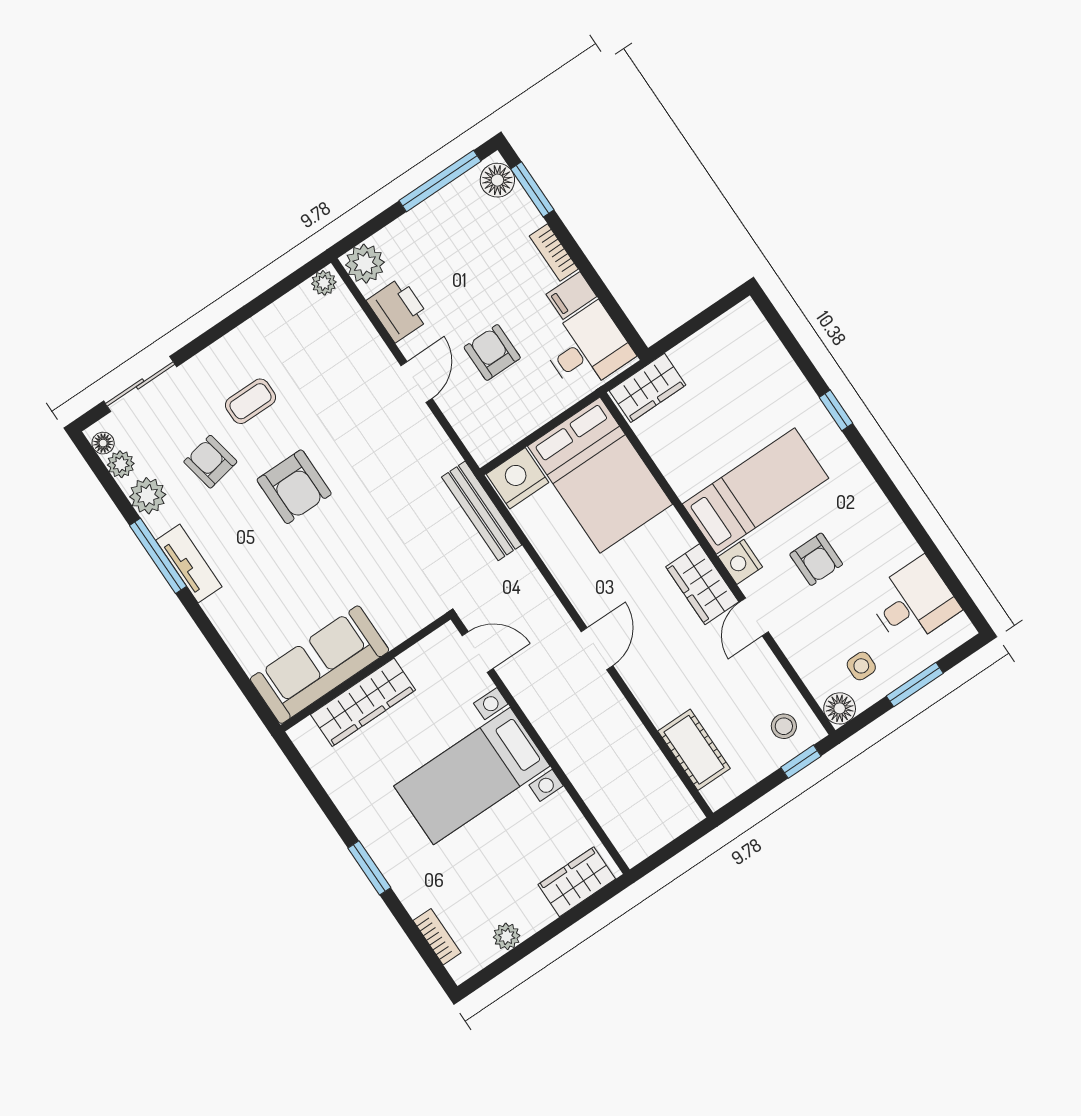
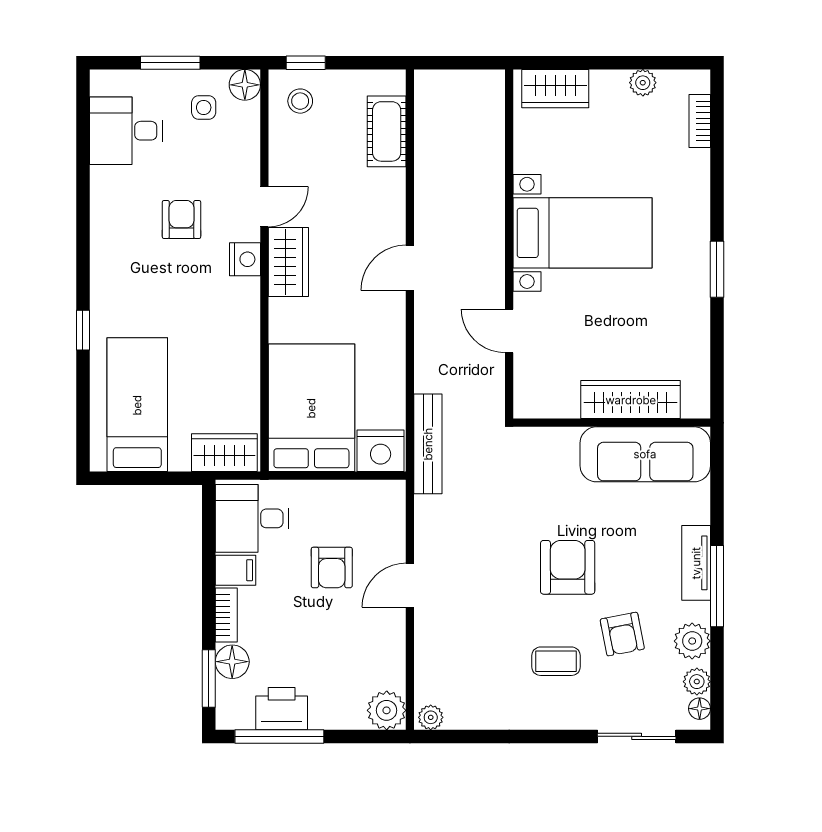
floor lamp: (497, 180) -> (232, 662), moved
printer: (398, 310) -> (282, 709), moved, turned 90
bed: (755, 491) -> (137, 405), moved, turned 90
sofa: (320, 665) -> (645, 454), moved
wall: (366, 672) -> (612, 423), moved
wardrobe: (363, 702) -> (631, 400), moved
window: (369, 868) -> (717, 269), moved

